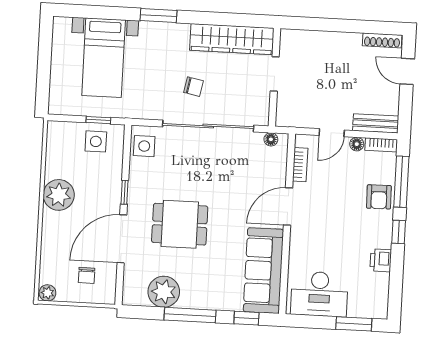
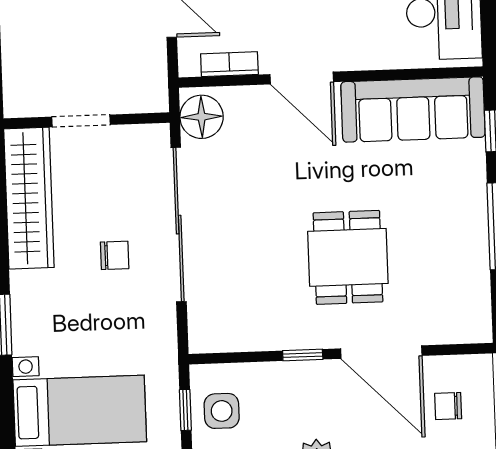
chair: (193, 87) -> (115, 255), turned 79
floor lamp: (271, 139) -> (202, 117), width x1.89, depth x1.89
side table: (144, 146) -> (222, 329), removed
chair: (87, 275) -> (448, 406), turned 180
plant: (164, 292) -> (464, 274), removed

